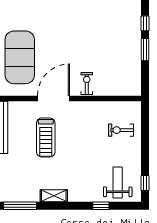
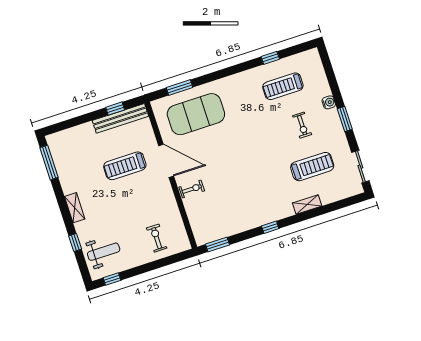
window: (145, 50) -> (217, 244), moved
shelving: (54, 196) -> (75, 208), moved

